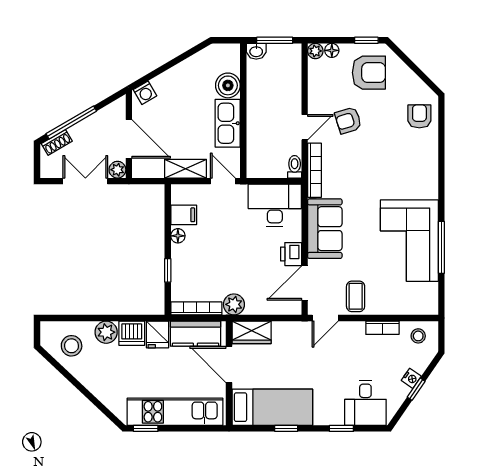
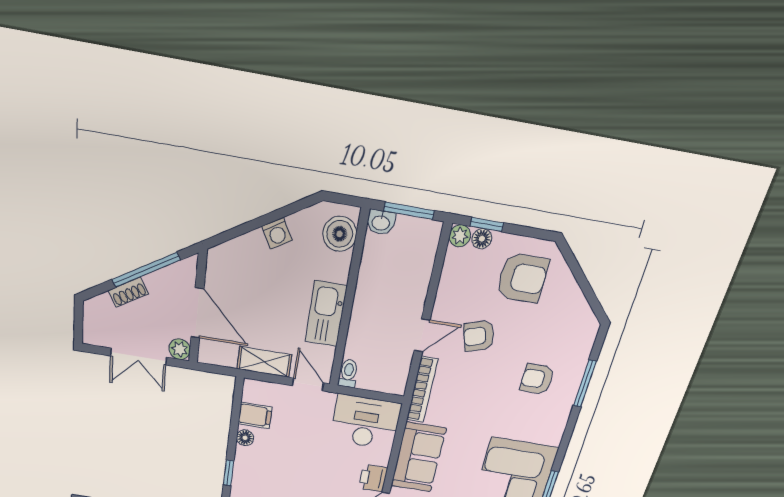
window: (366, 40) -> (487, 224), moved
boiler: (228, 85) -> (340, 234), moved
washing machine: (145, 93) -> (277, 233), moved
armchair: (419, 116) -> (537, 379), moved, turned -90
window: (71, 122) -> (146, 270), moved
shoe rack: (57, 142) -> (128, 292), moved
window: (441, 144) -> (585, 384), added
toilet: (295, 167) -> (348, 373), moved
double door: (85, 181) -> (139, 357), swing flipped

